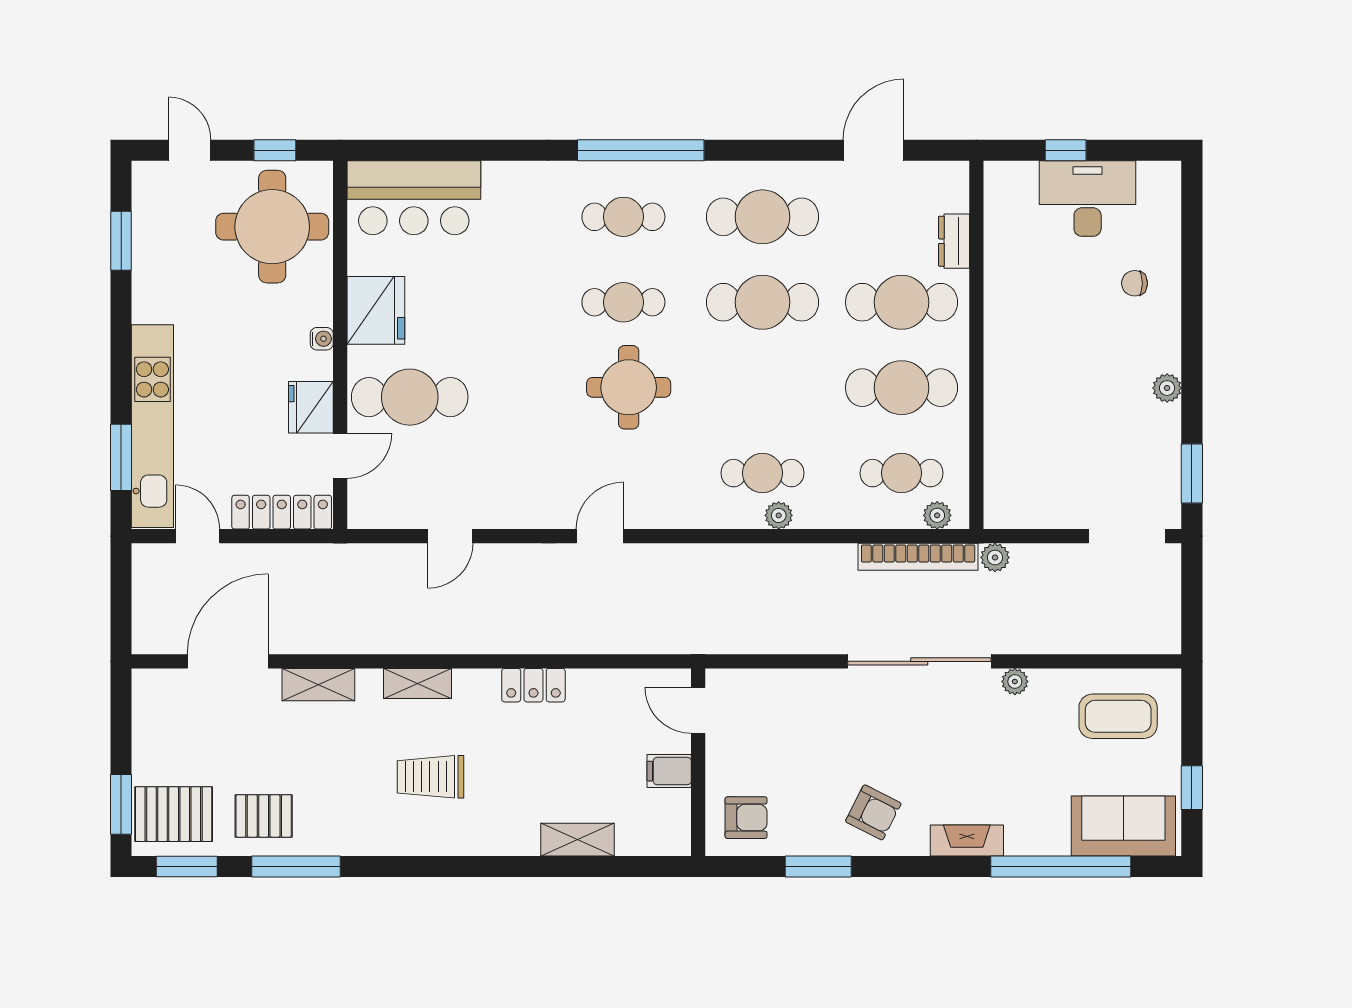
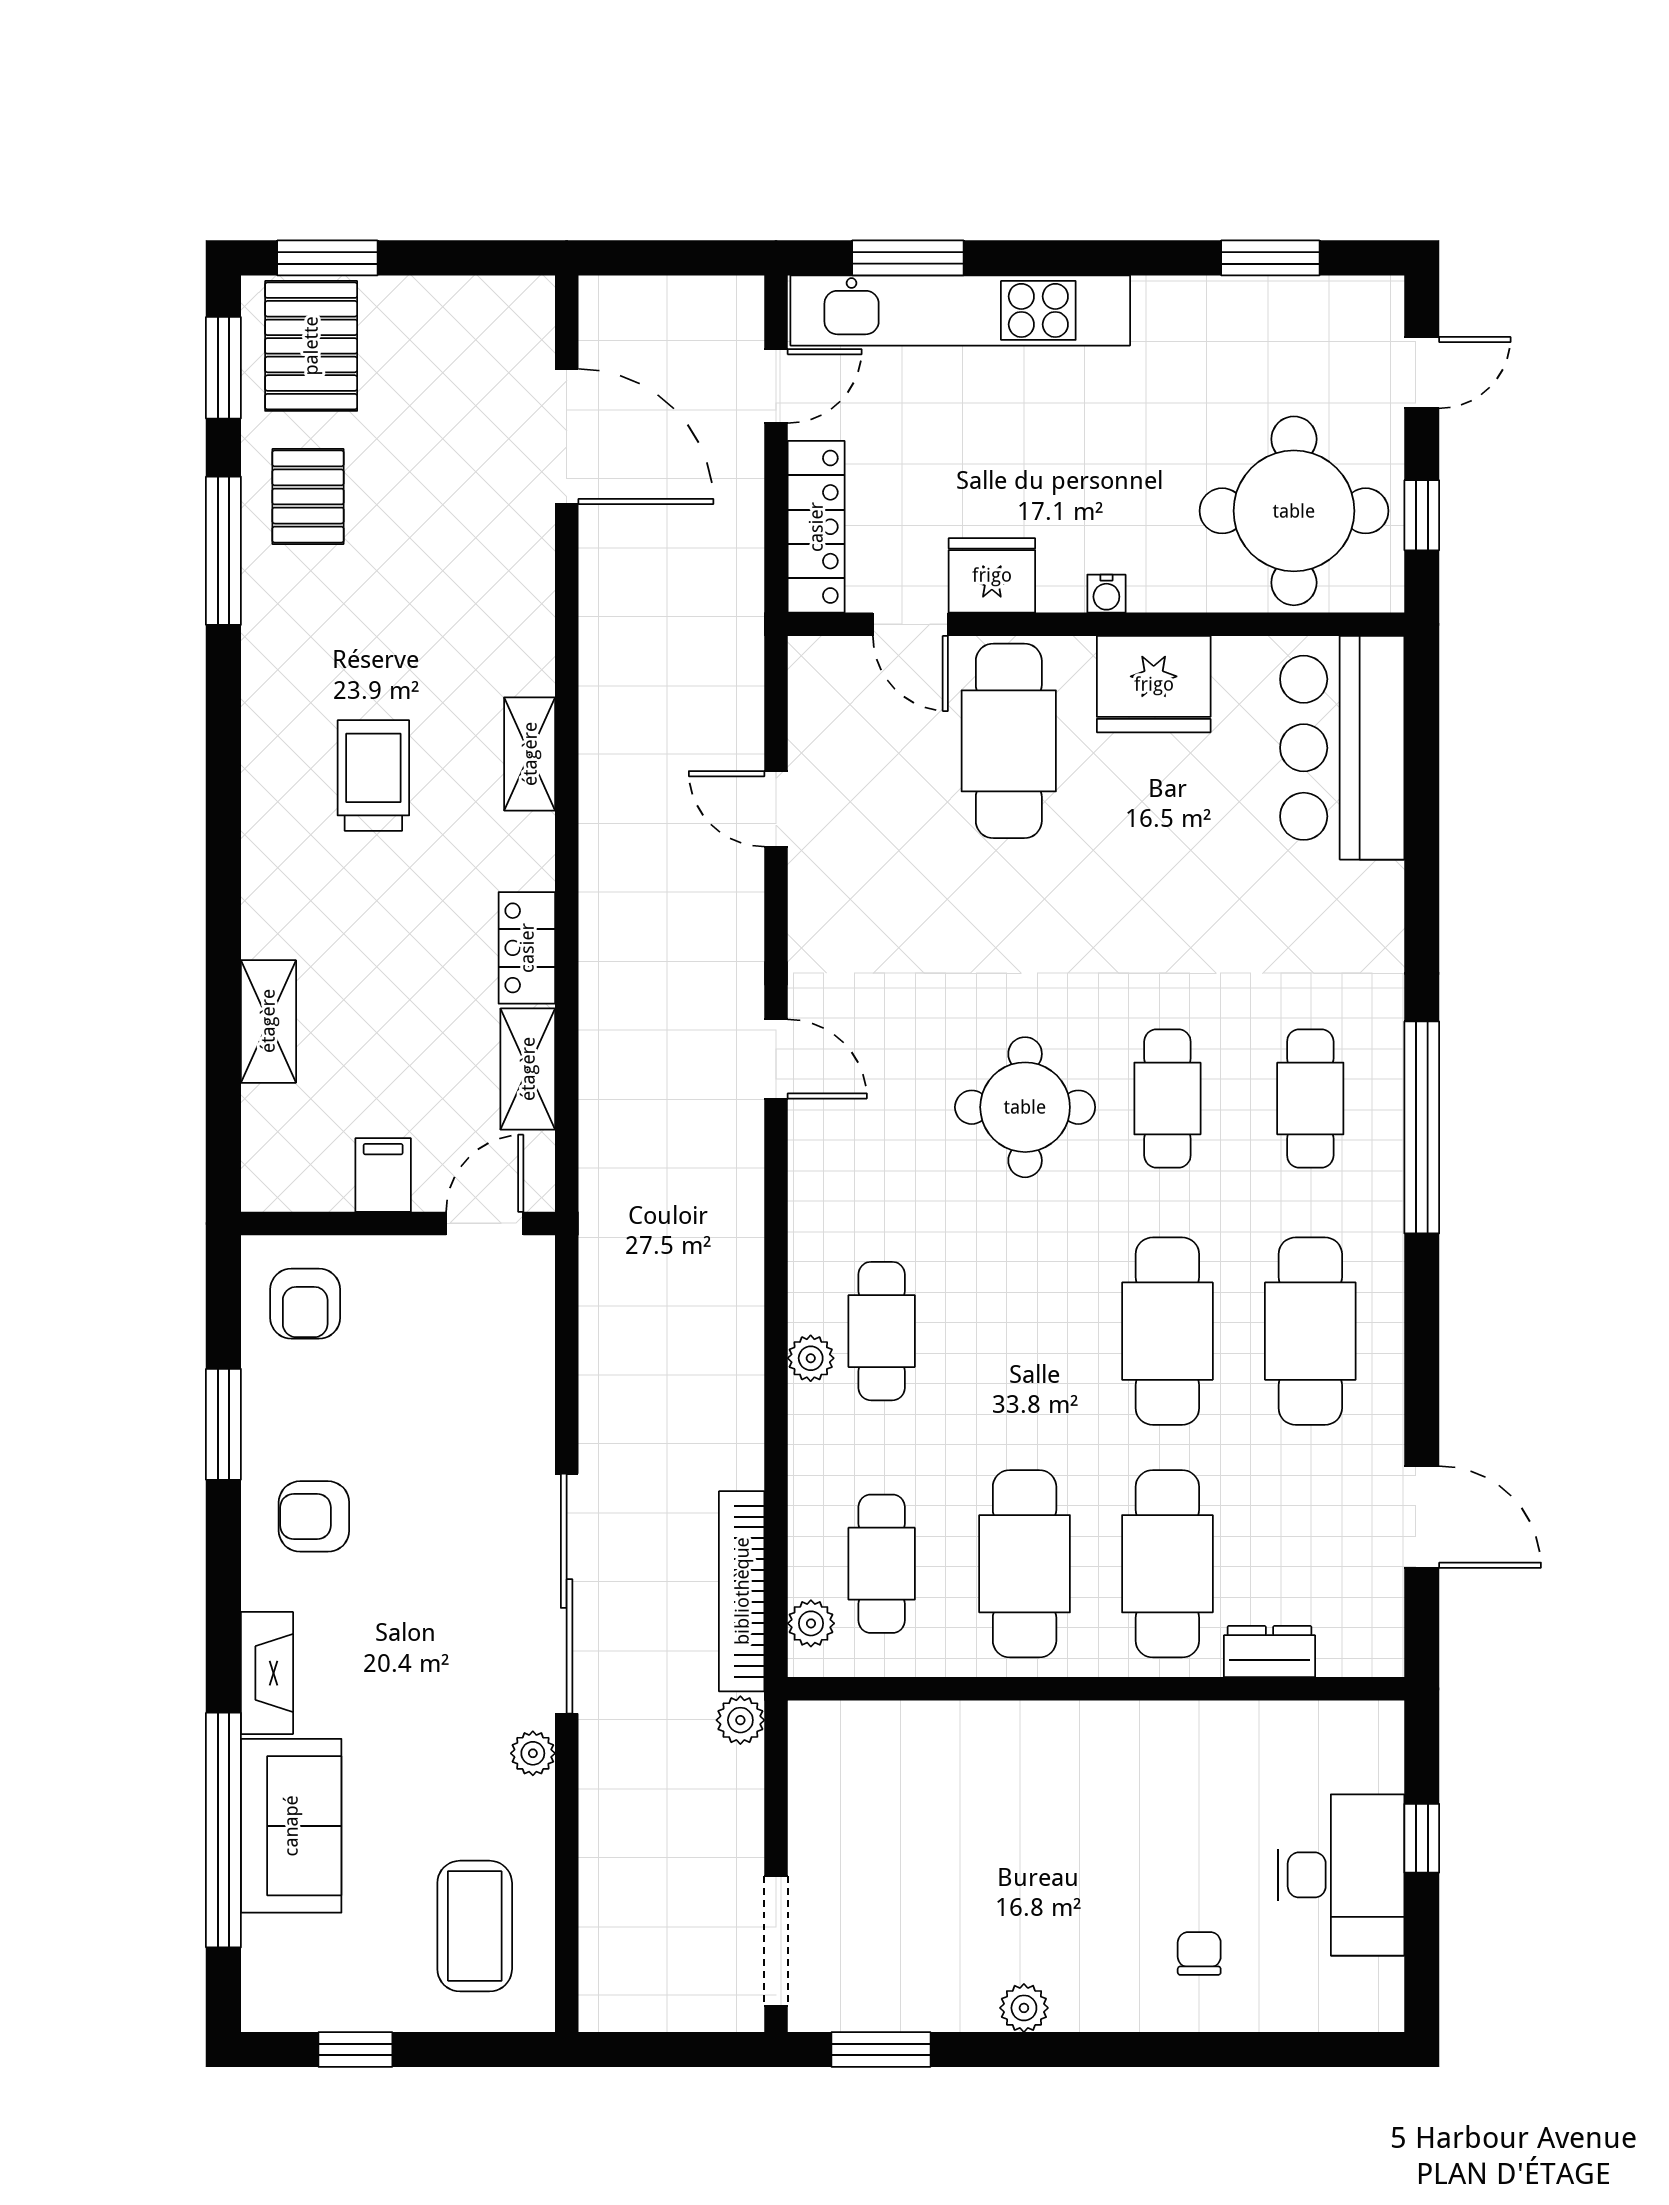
shelving: (318, 685) -> (528, 1069), moved
armchair: (873, 812) -> (314, 1516), turned 63
sofa: (1123, 826) -> (291, 1826), moved

